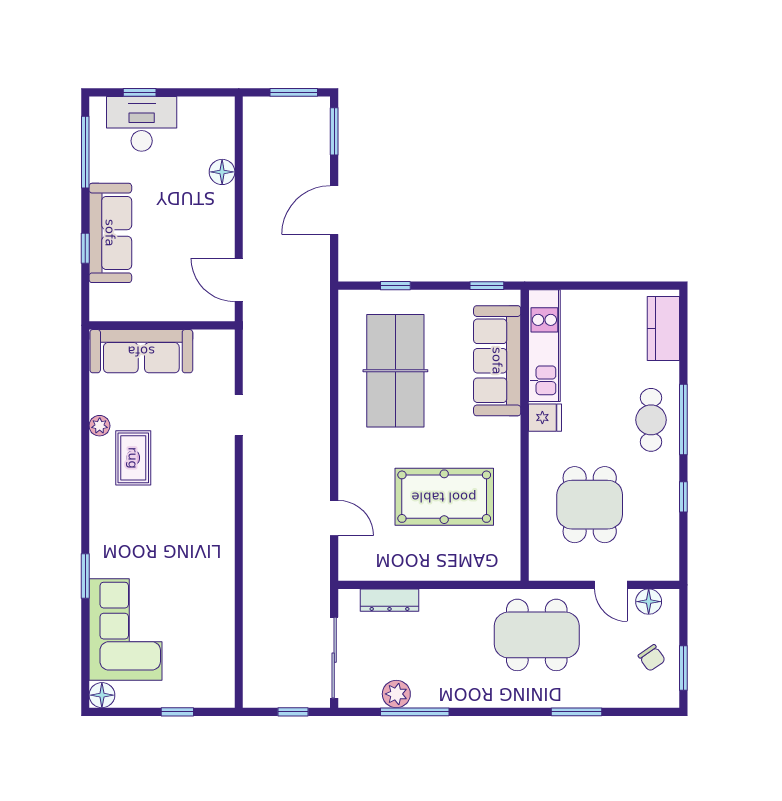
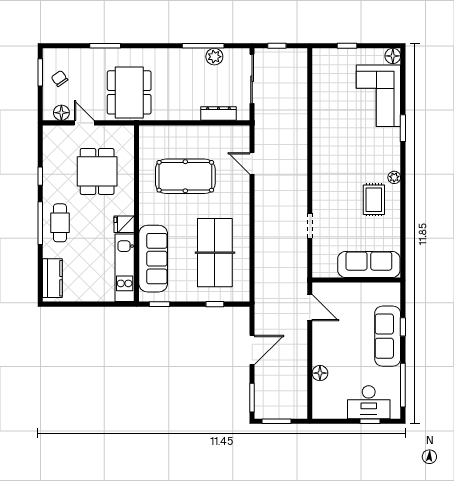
plant: (100, 426) -> (394, 177), moved
dining table: (537, 635) -> (129, 92), turned 90

